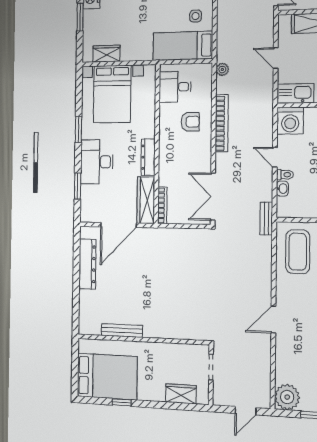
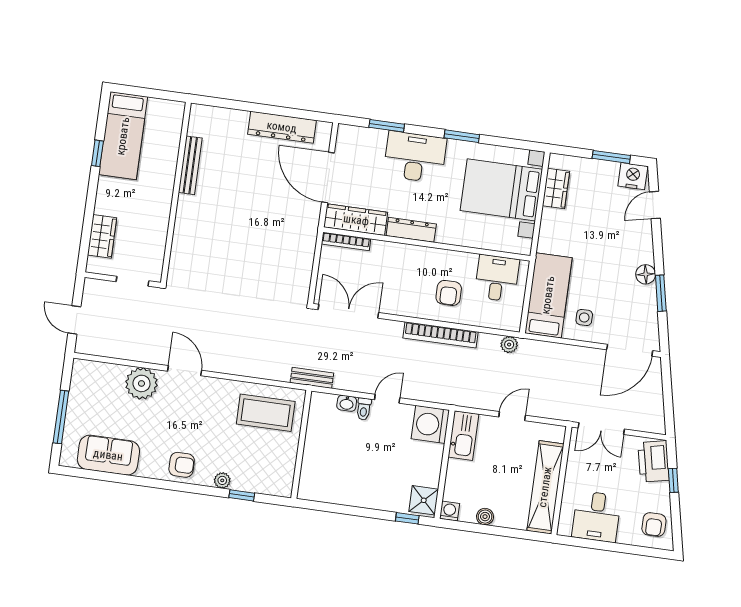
bed: (107, 376) -> (123, 136), width x0.67
plant: (287, 397) -> (141, 383), moved

